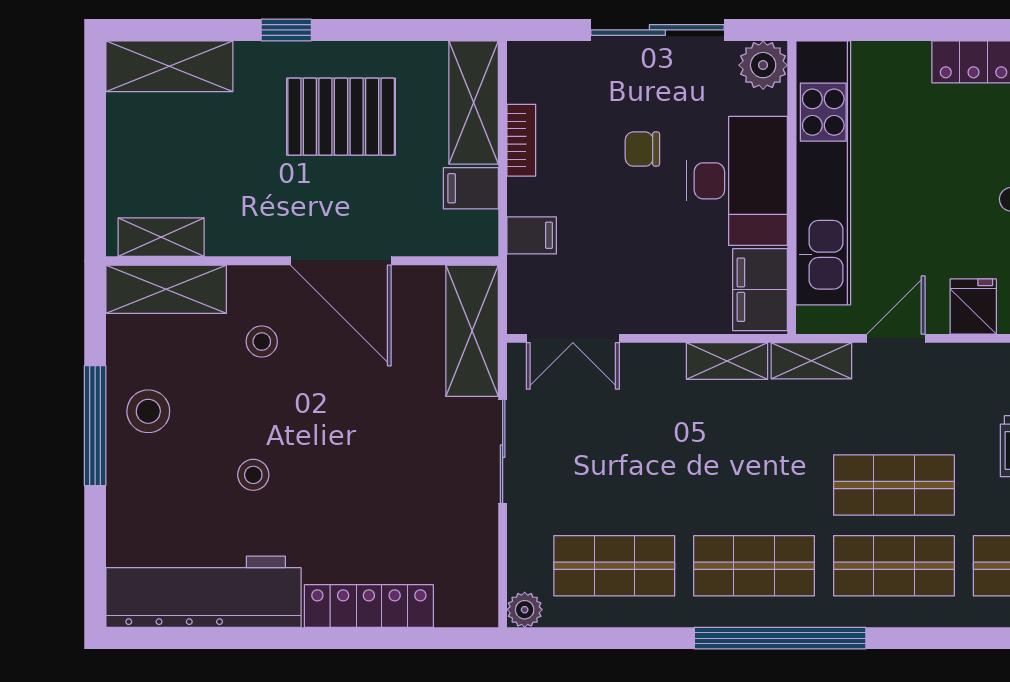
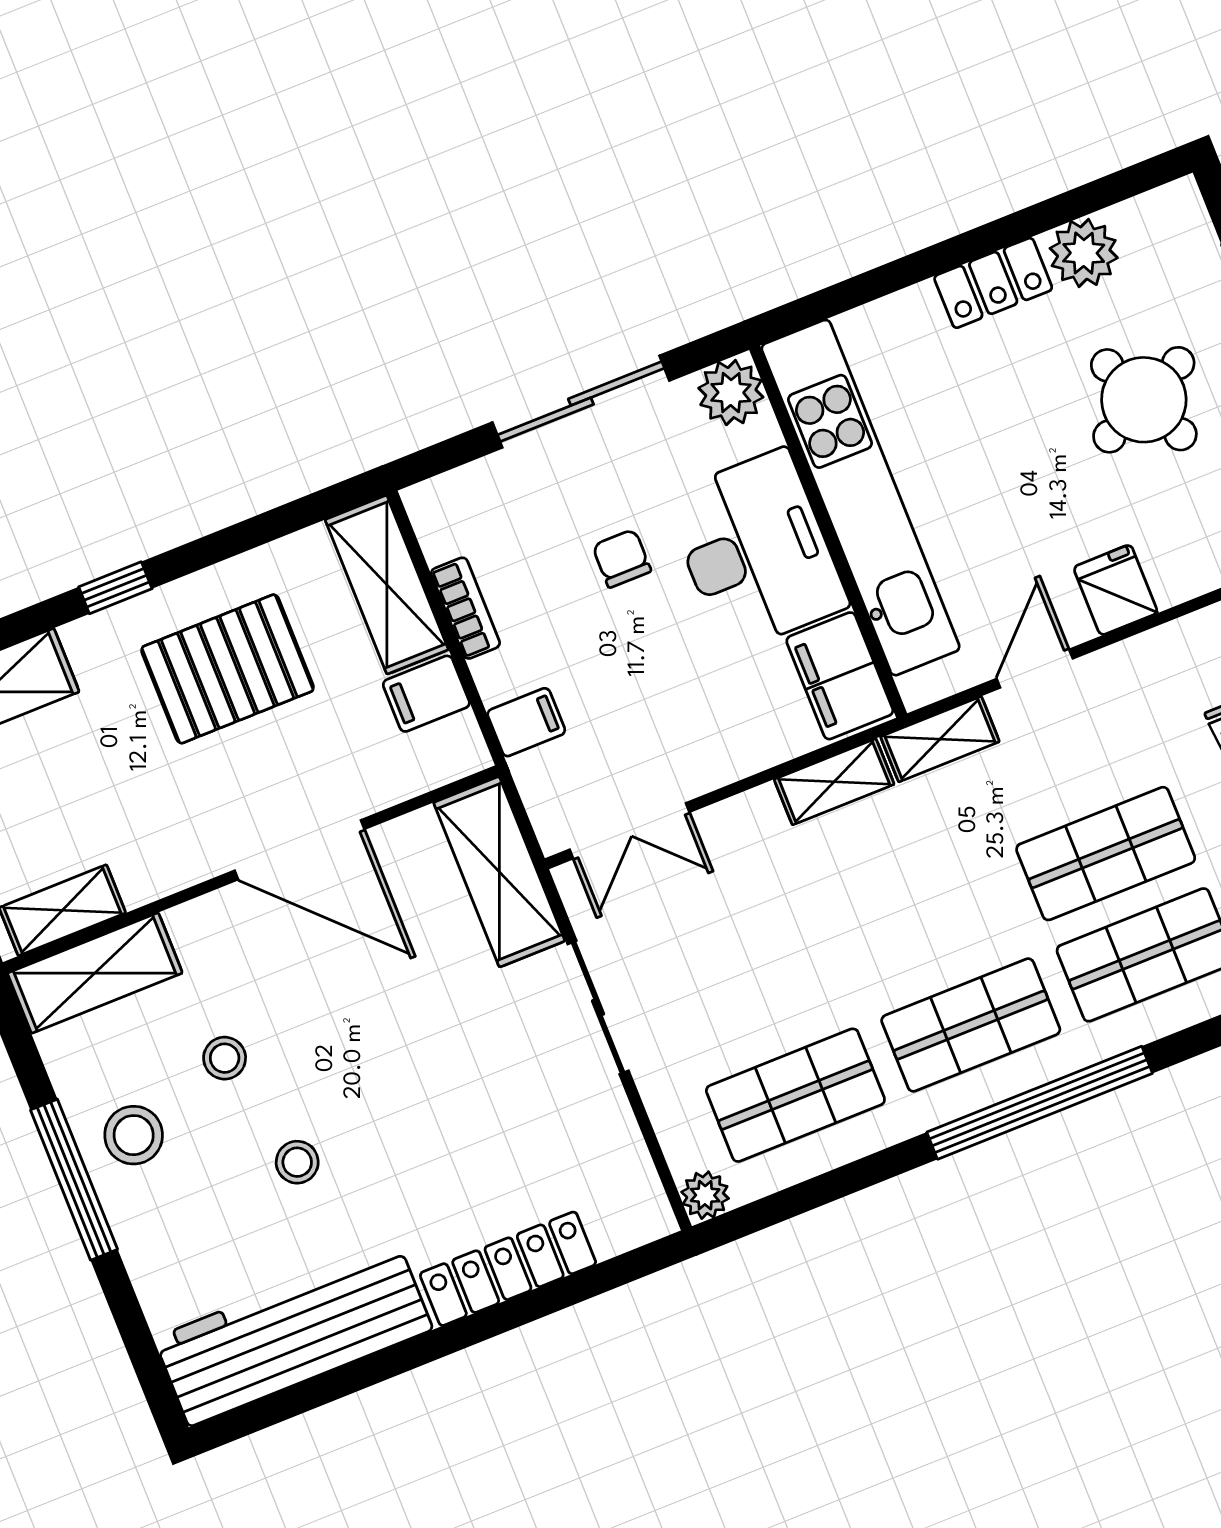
chair: (642, 149) -> (622, 558), turned 90
stool: (262, 342) -> (225, 1058), moved

